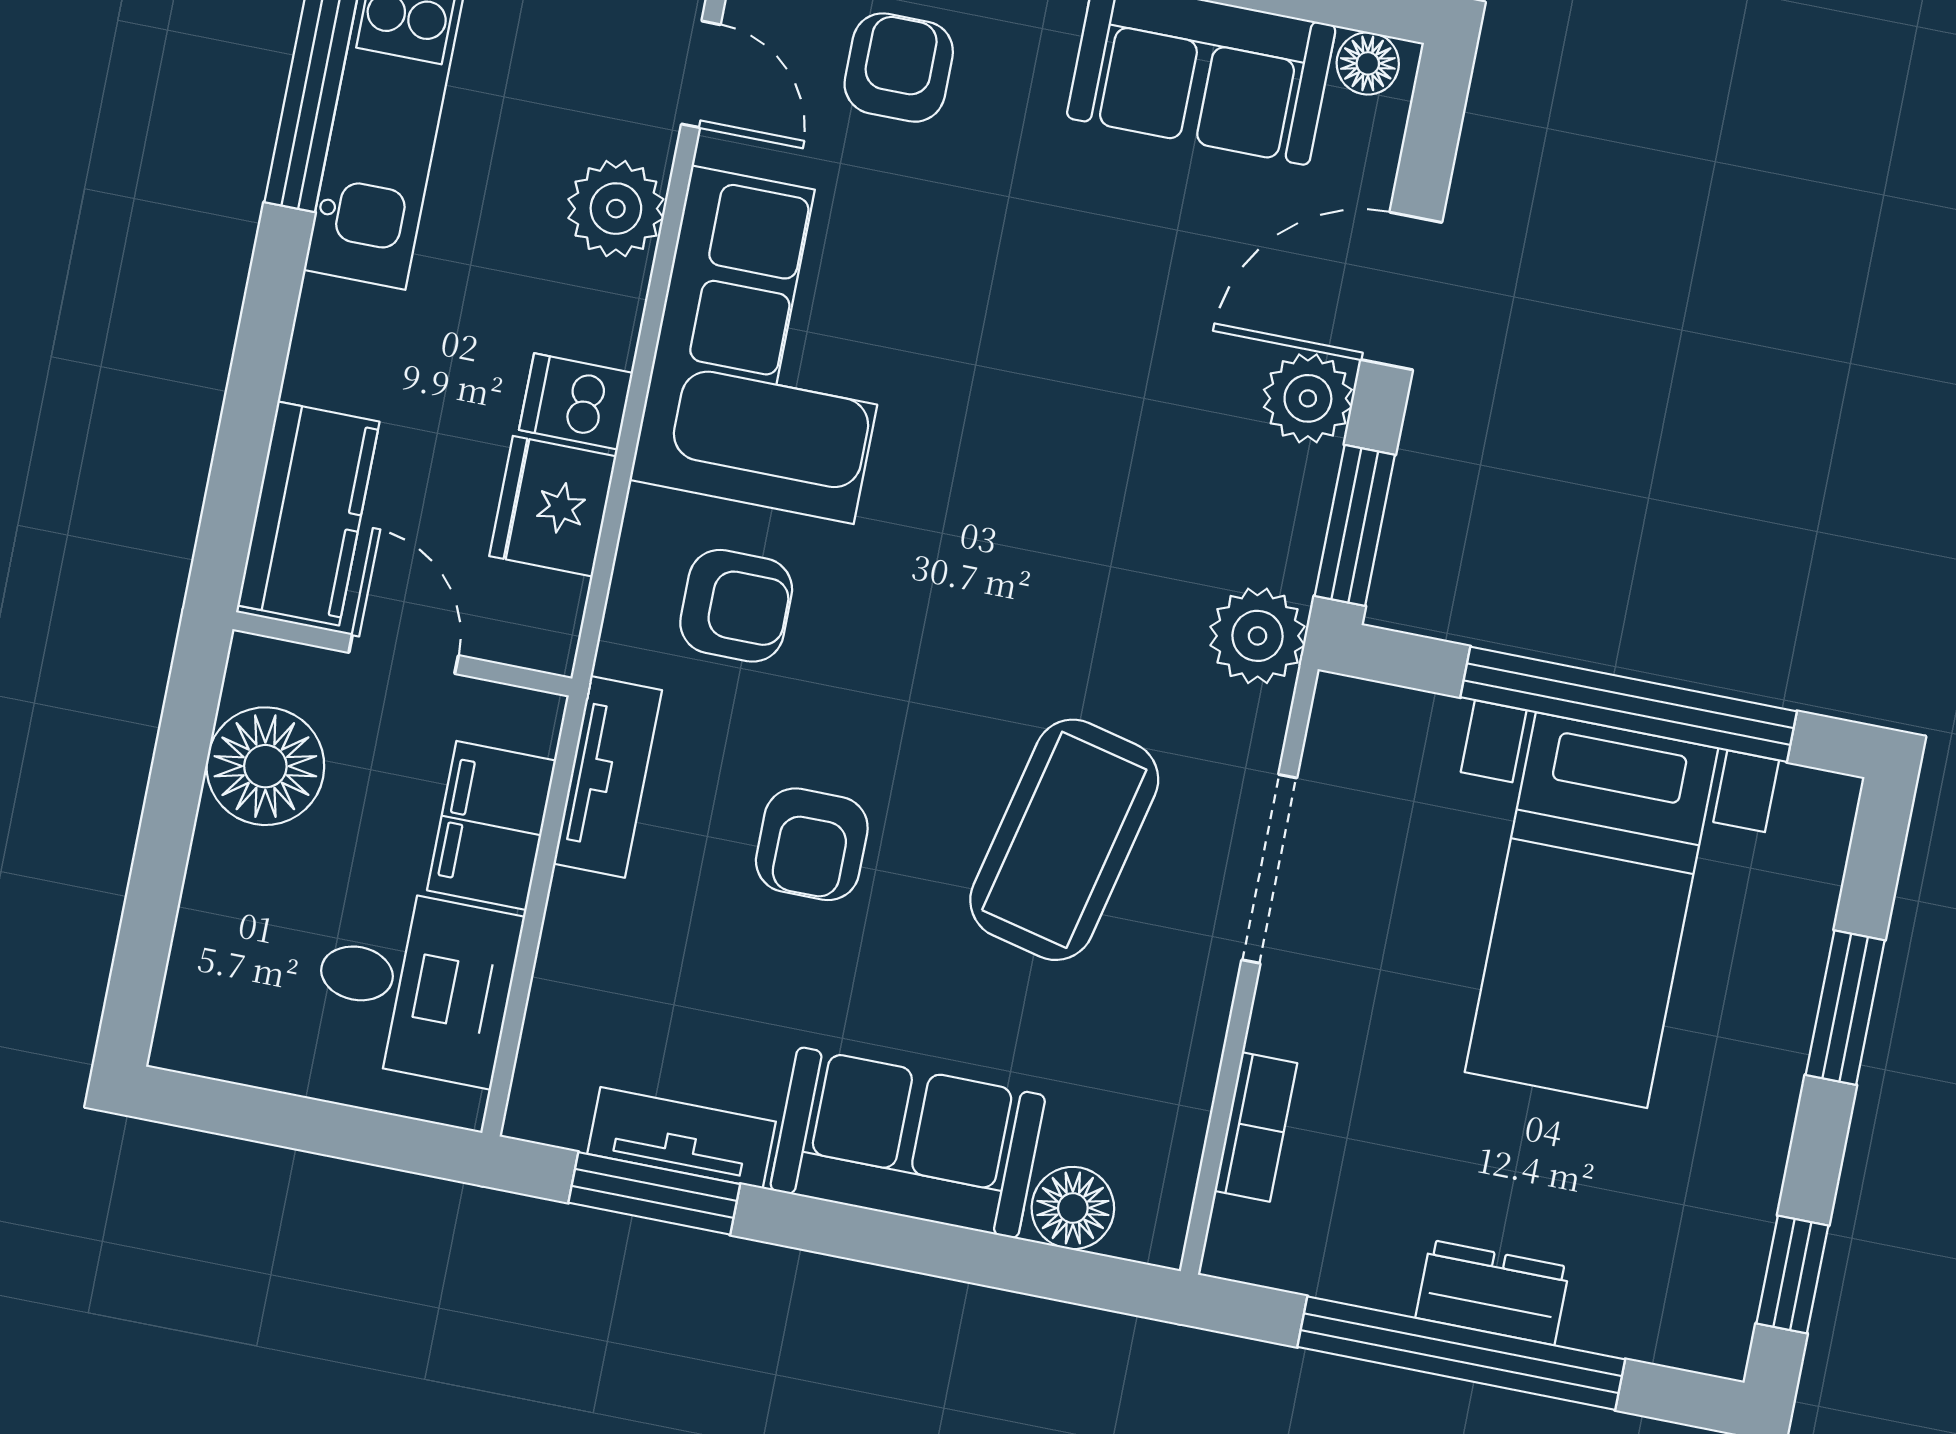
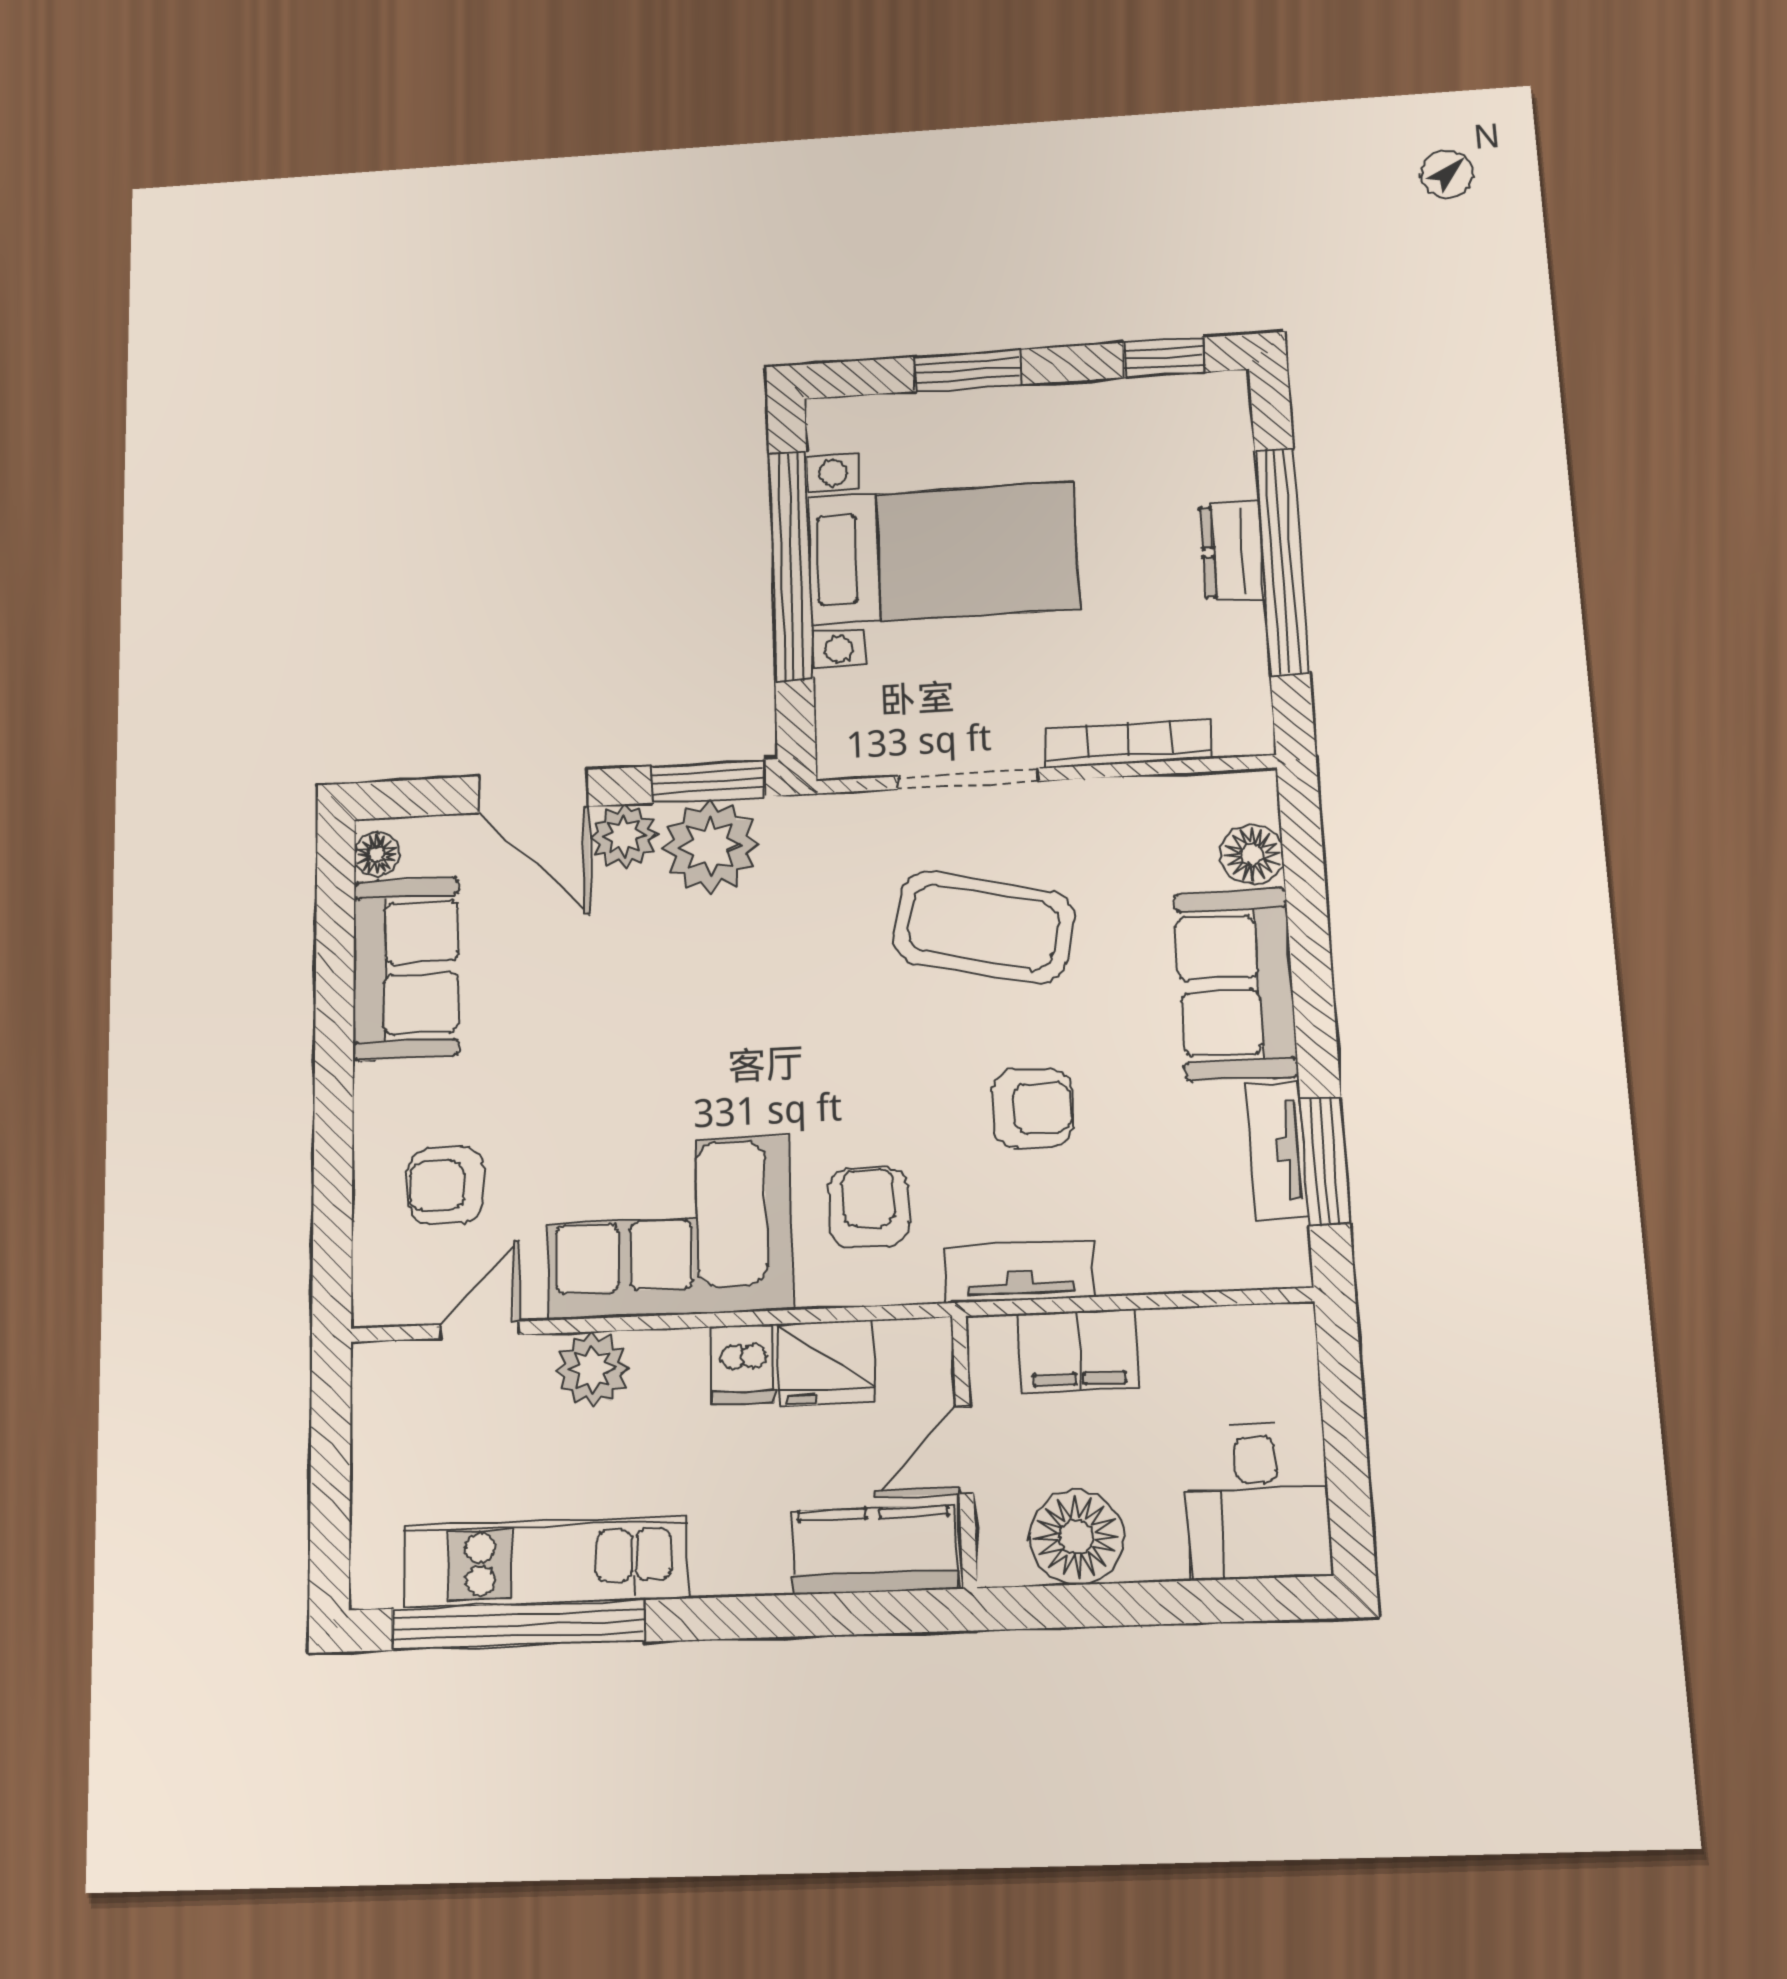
plant: (1257, 636) -> (710, 846), moved, width x1.36, depth x1.36
desk: (415, 985) -> (1258, 1501), moved, turned 180
bookcase: (1256, 1127) -> (1128, 743), width x1.56

